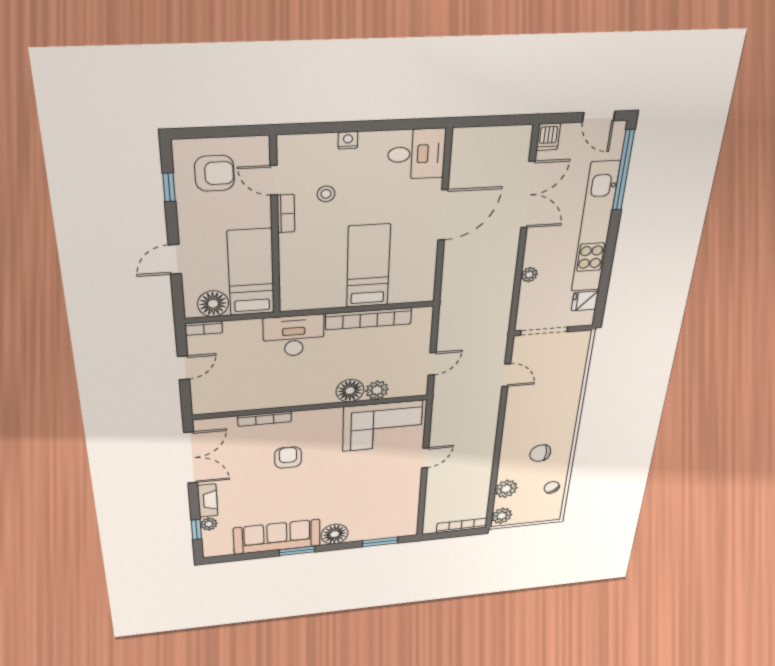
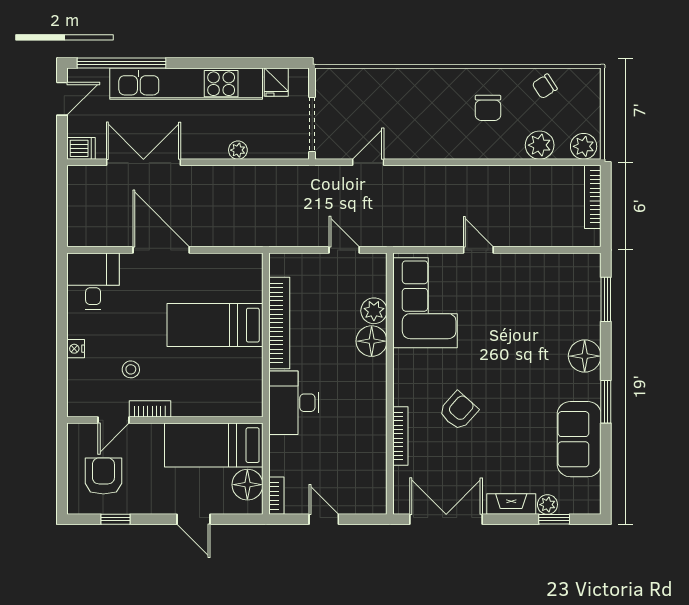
armchair: (288, 457) -> (458, 411), turned 132
sofa: (277, 537) -> (579, 439), width x0.73

